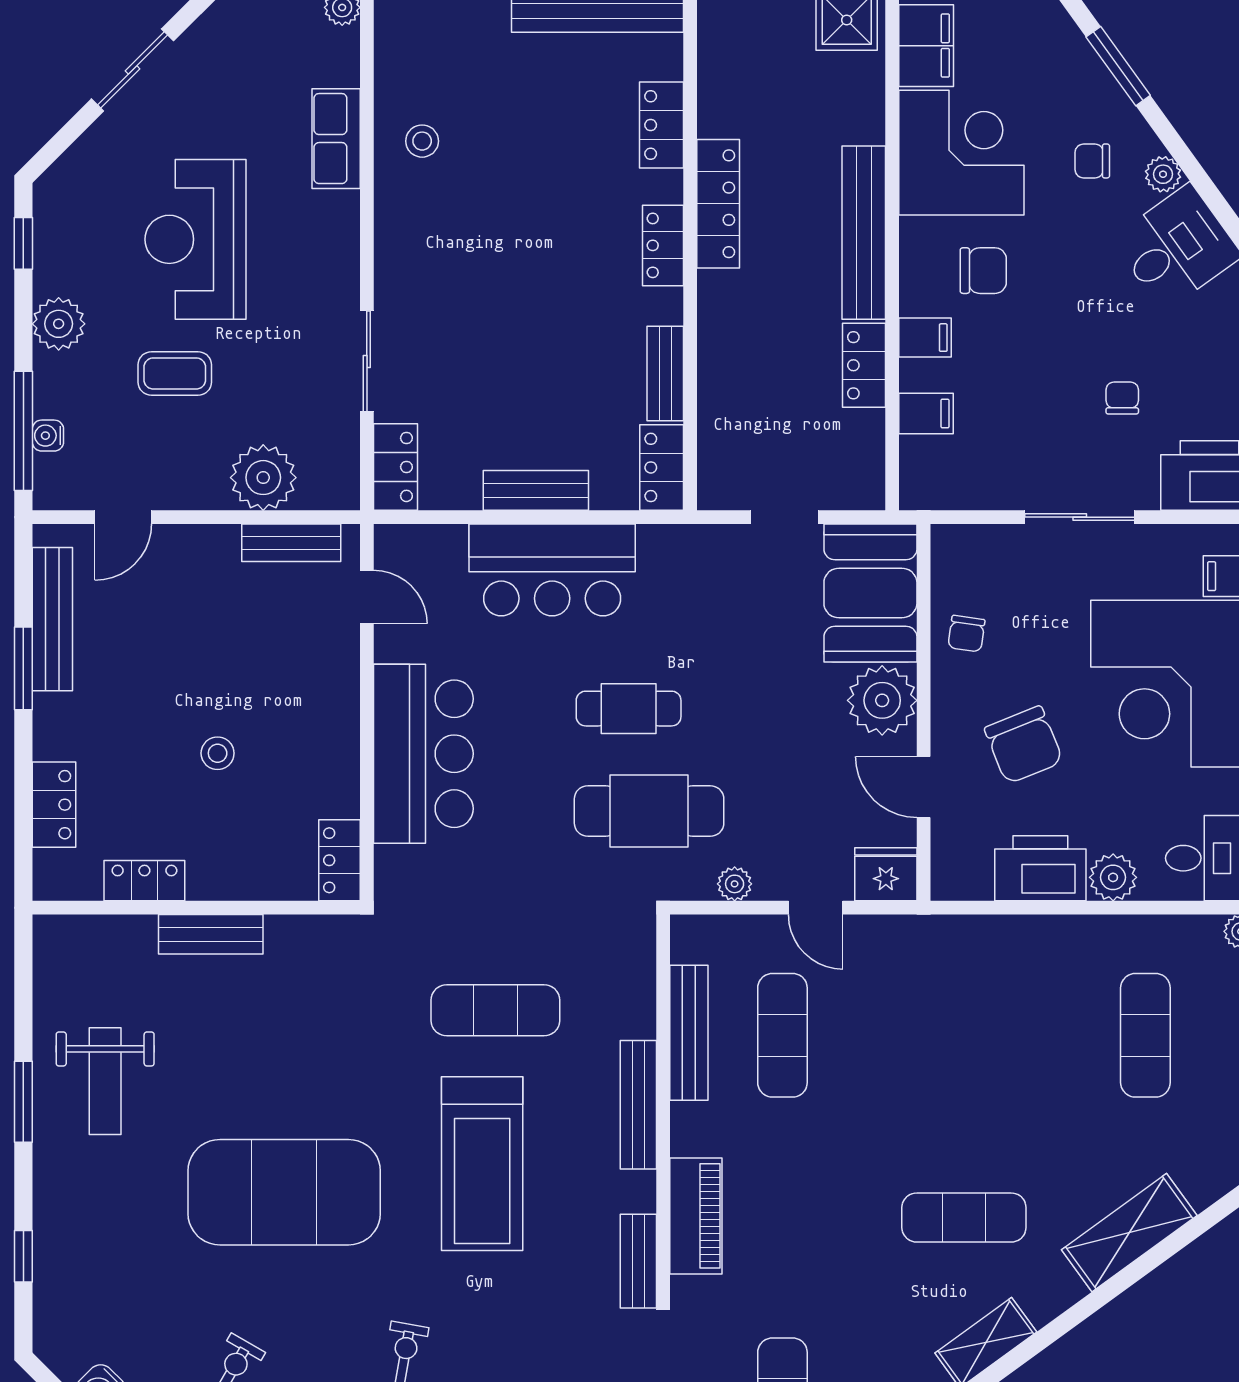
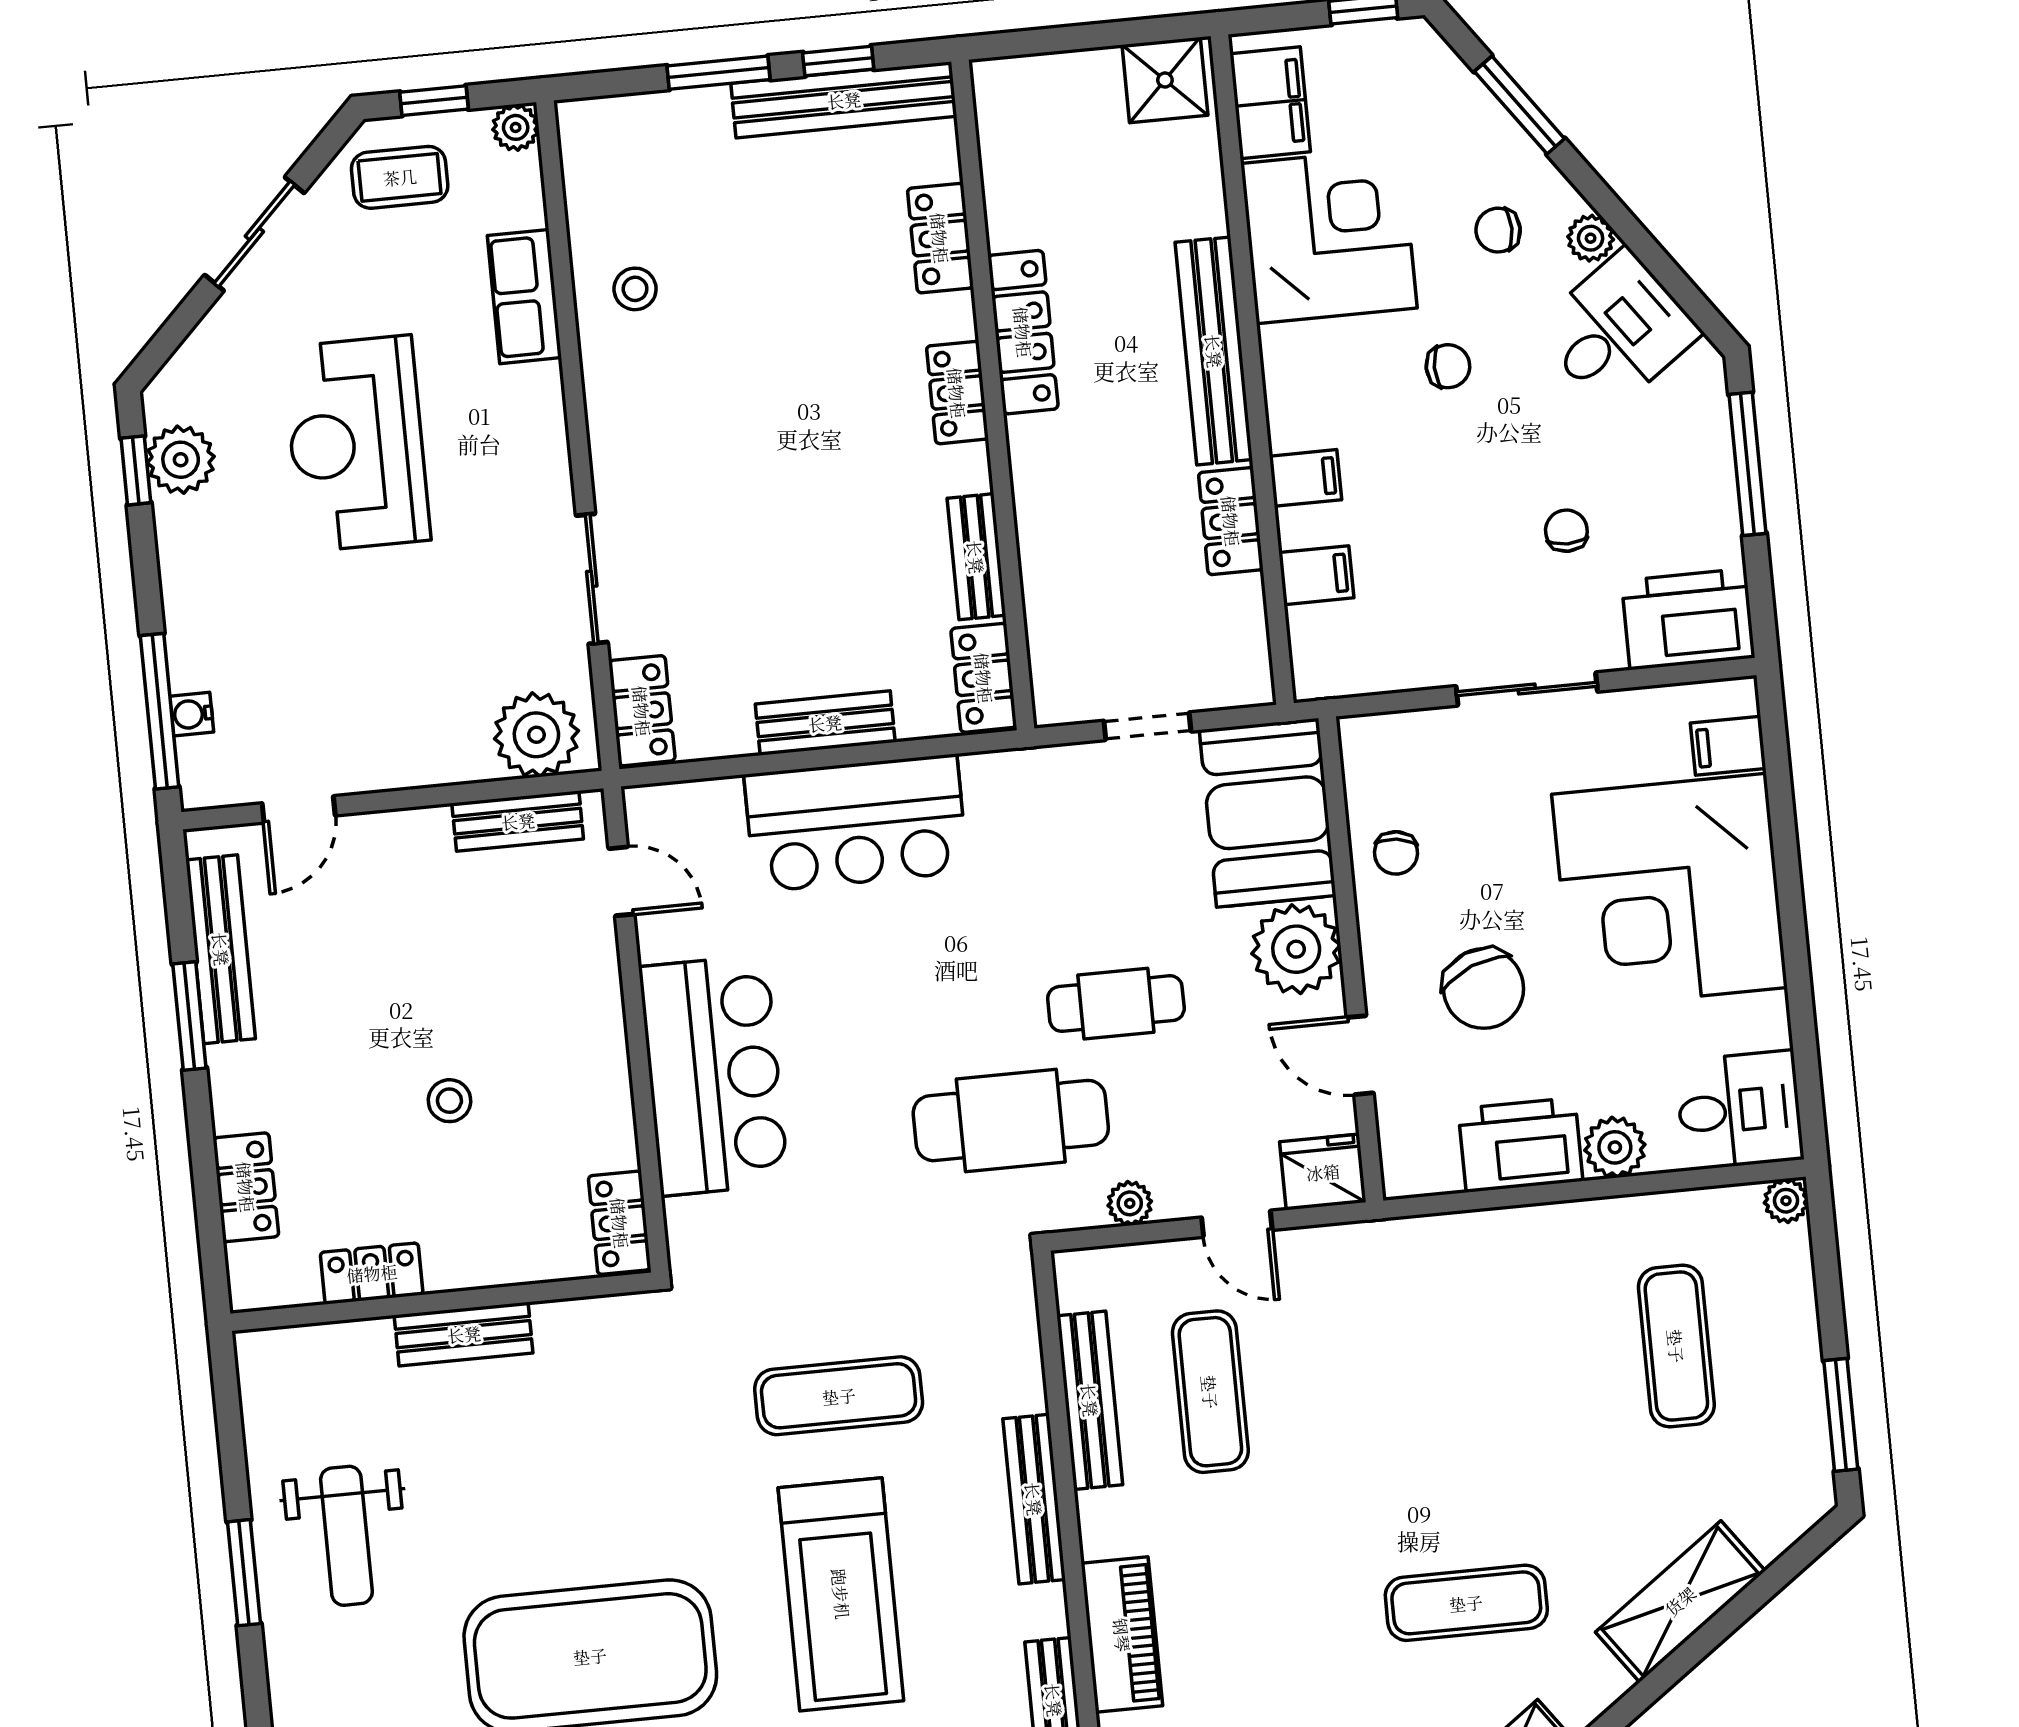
chair: (983, 271) -> (1448, 366), moved, width x0.73, depth x0.73
plant: (59, 324) -> (181, 460), moved
coffee table: (175, 373) -> (400, 177), moved
plant: (263, 478) -> (536, 735), moved
cafe table: (629, 709) -> (1116, 1004), moved

